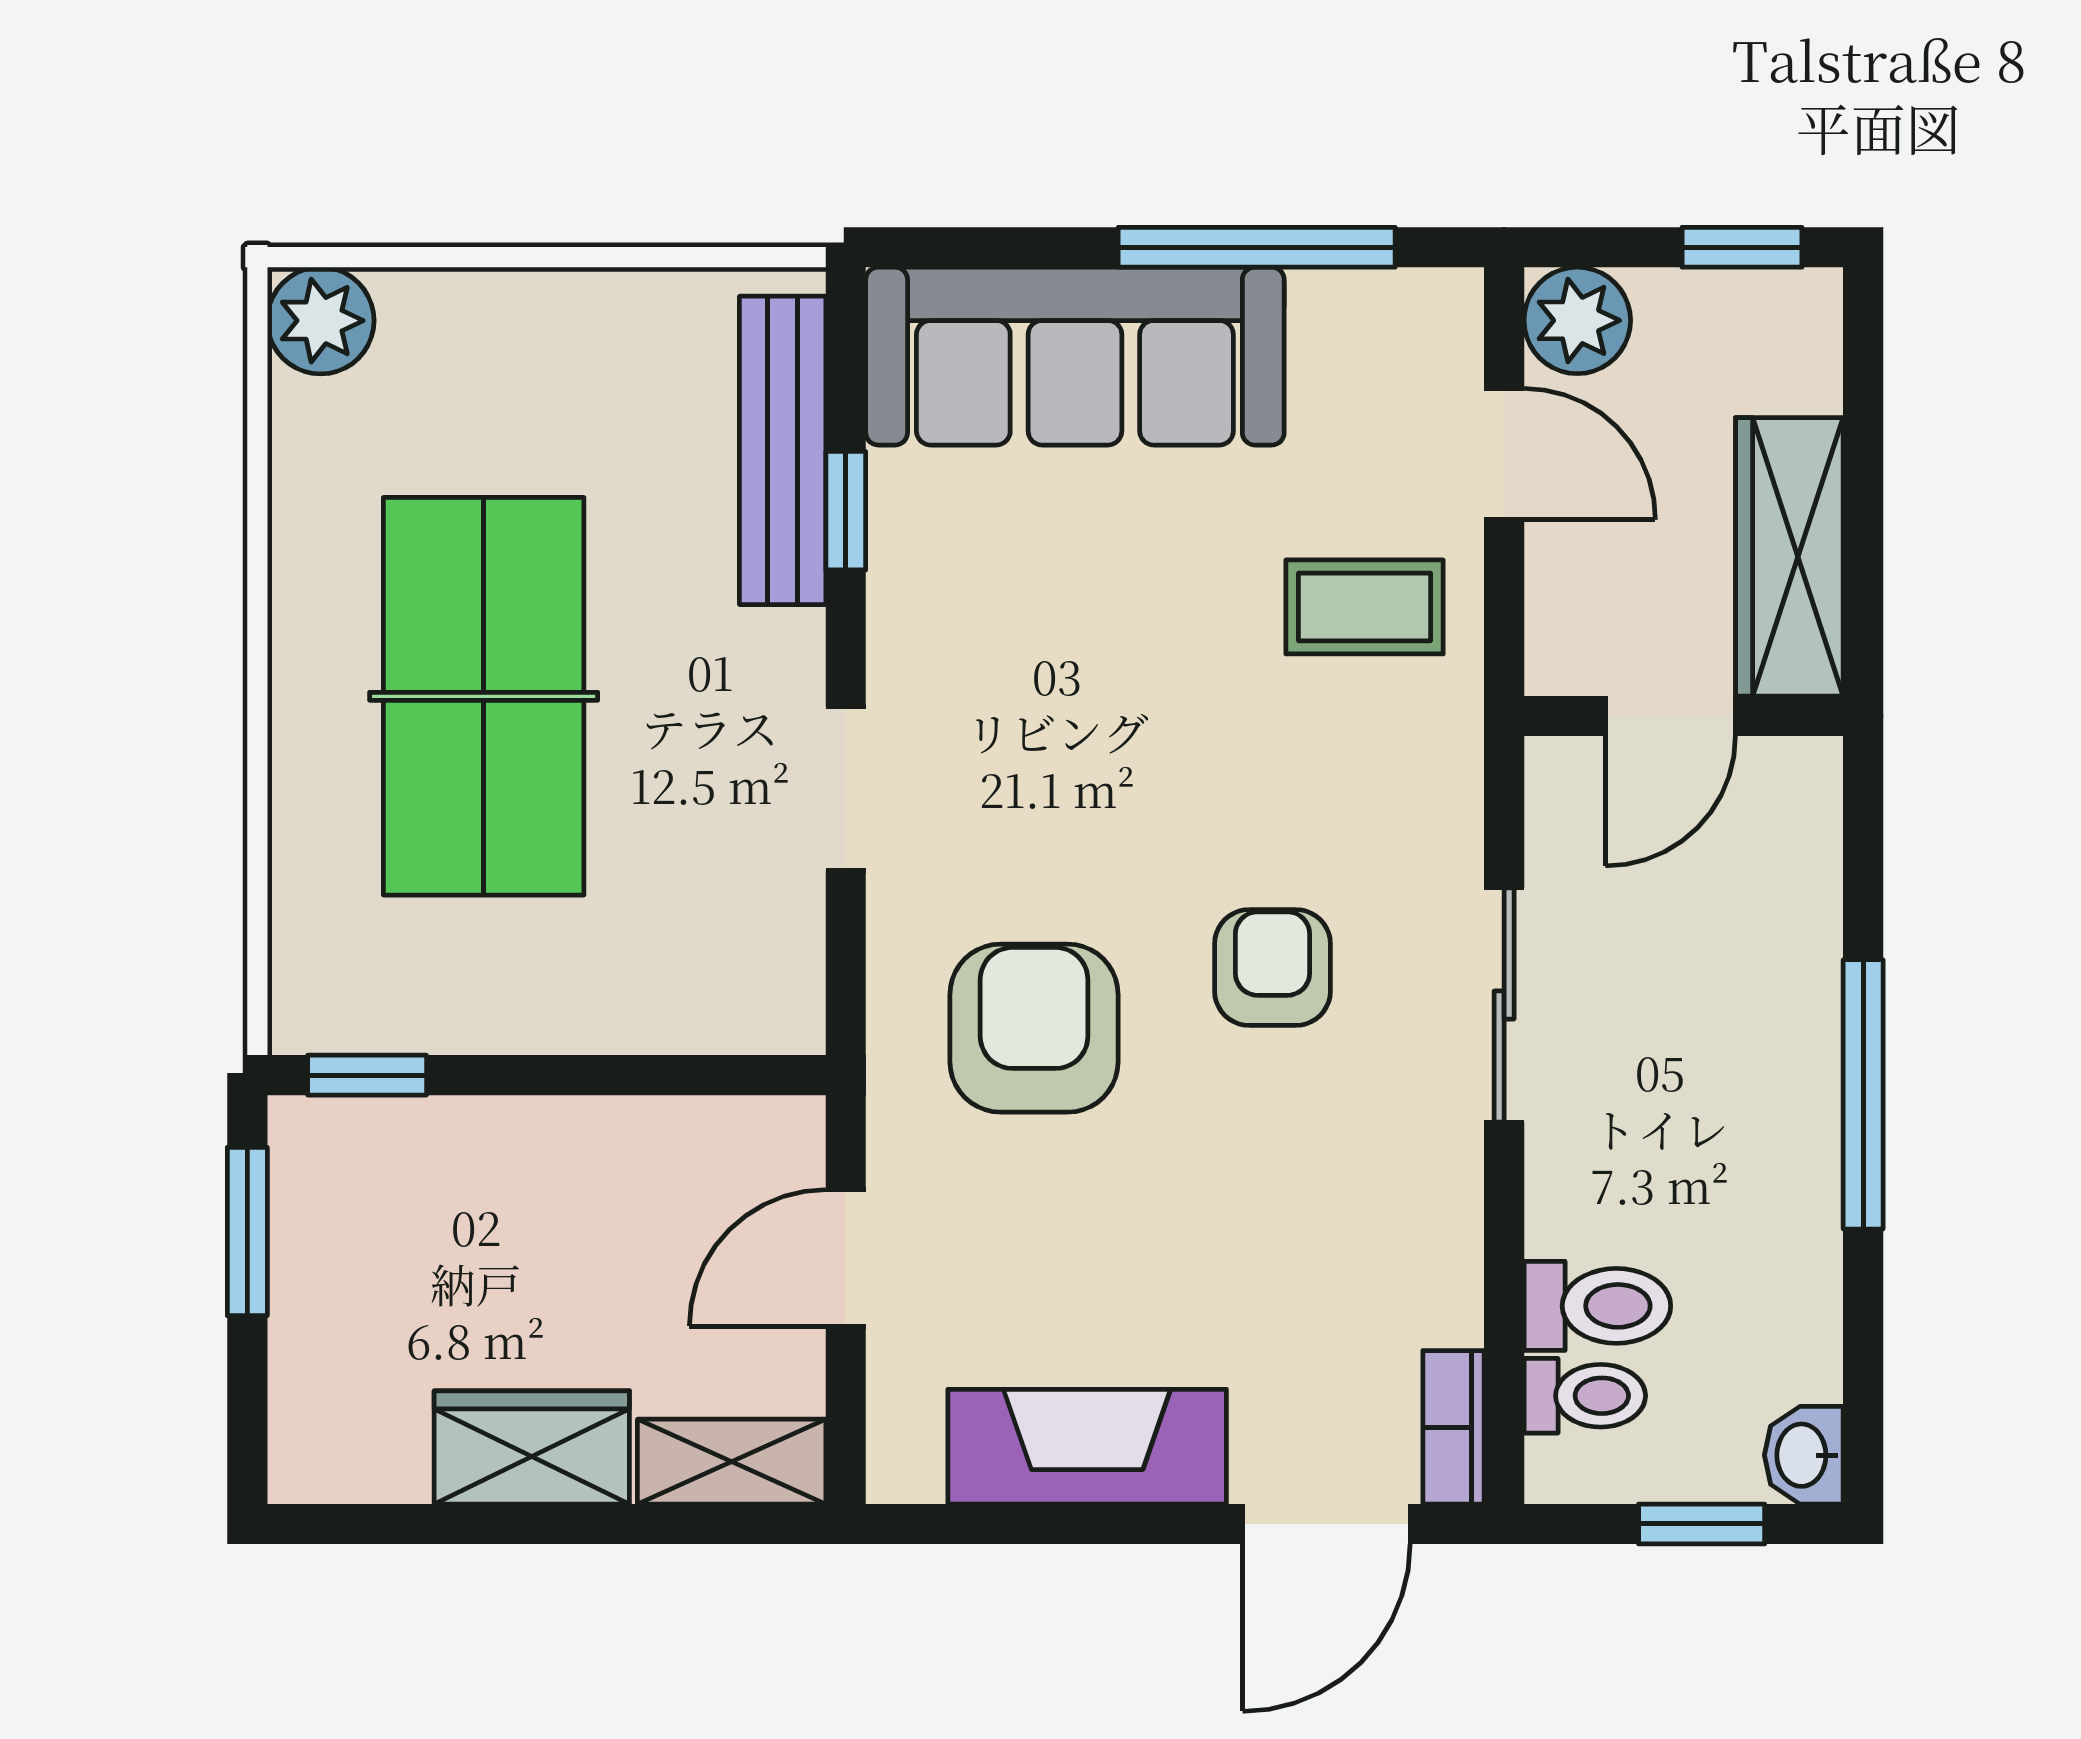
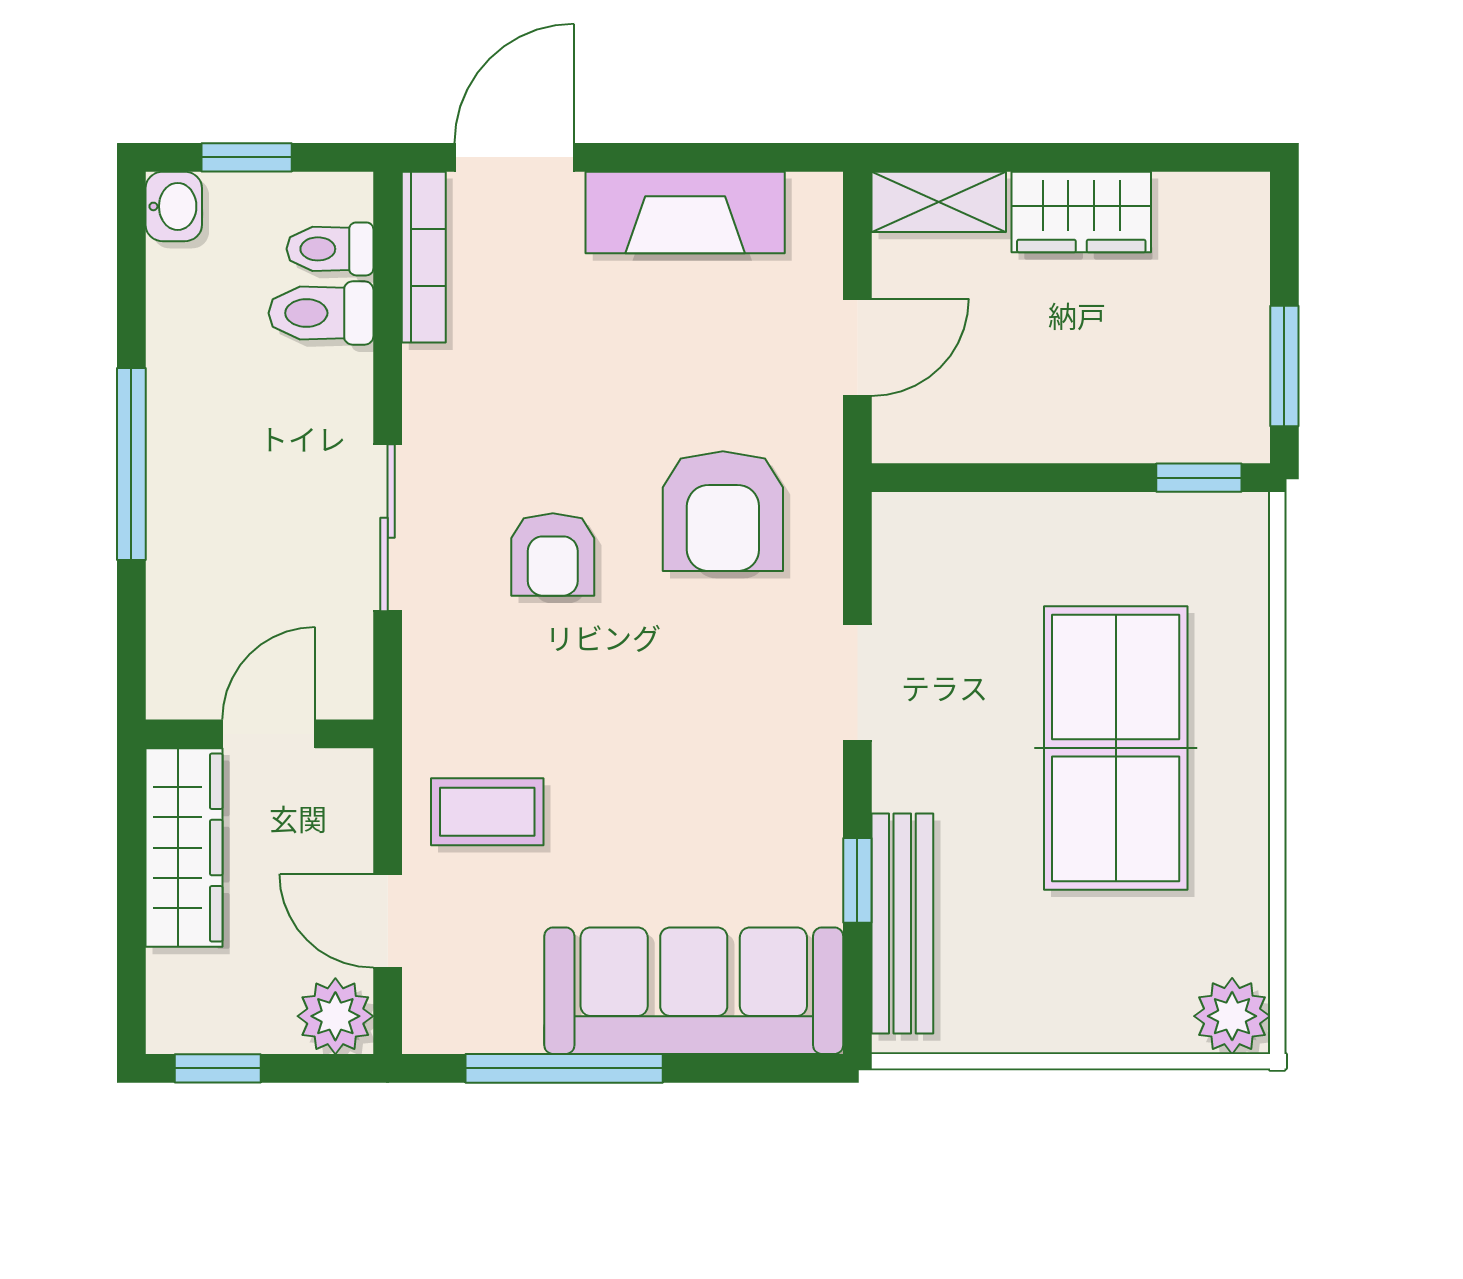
bookcase: (1453, 1427) -> (424, 257), width x1.56

